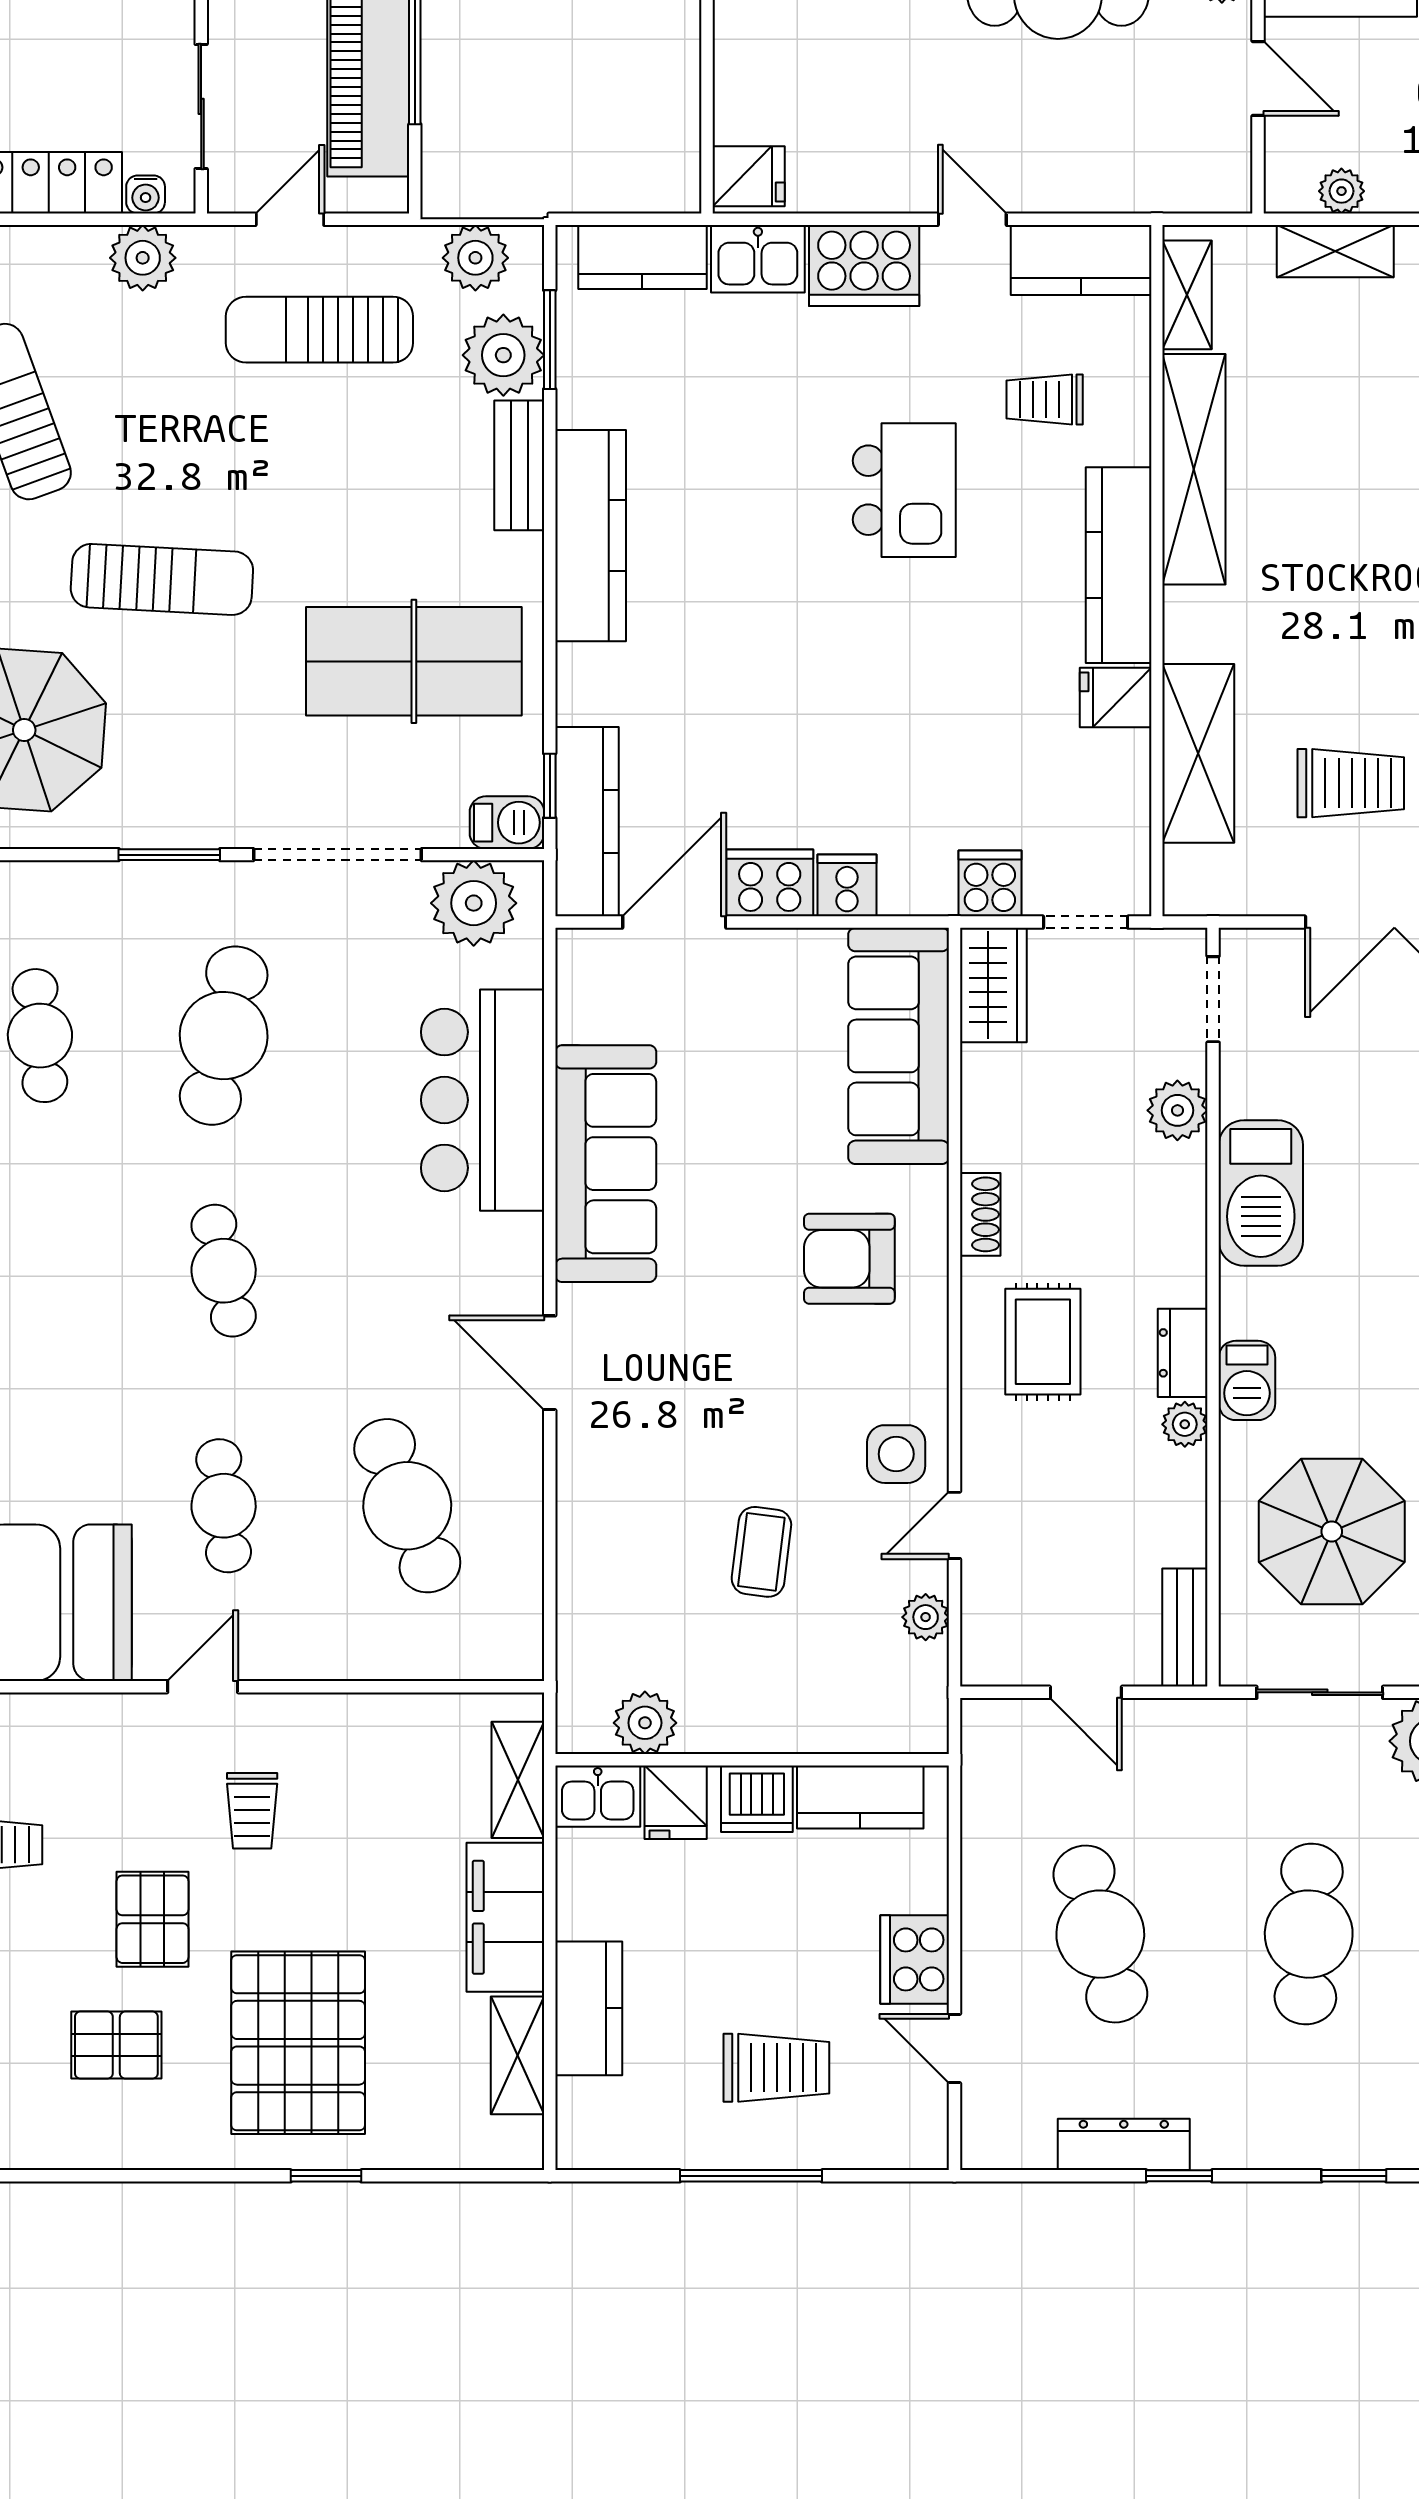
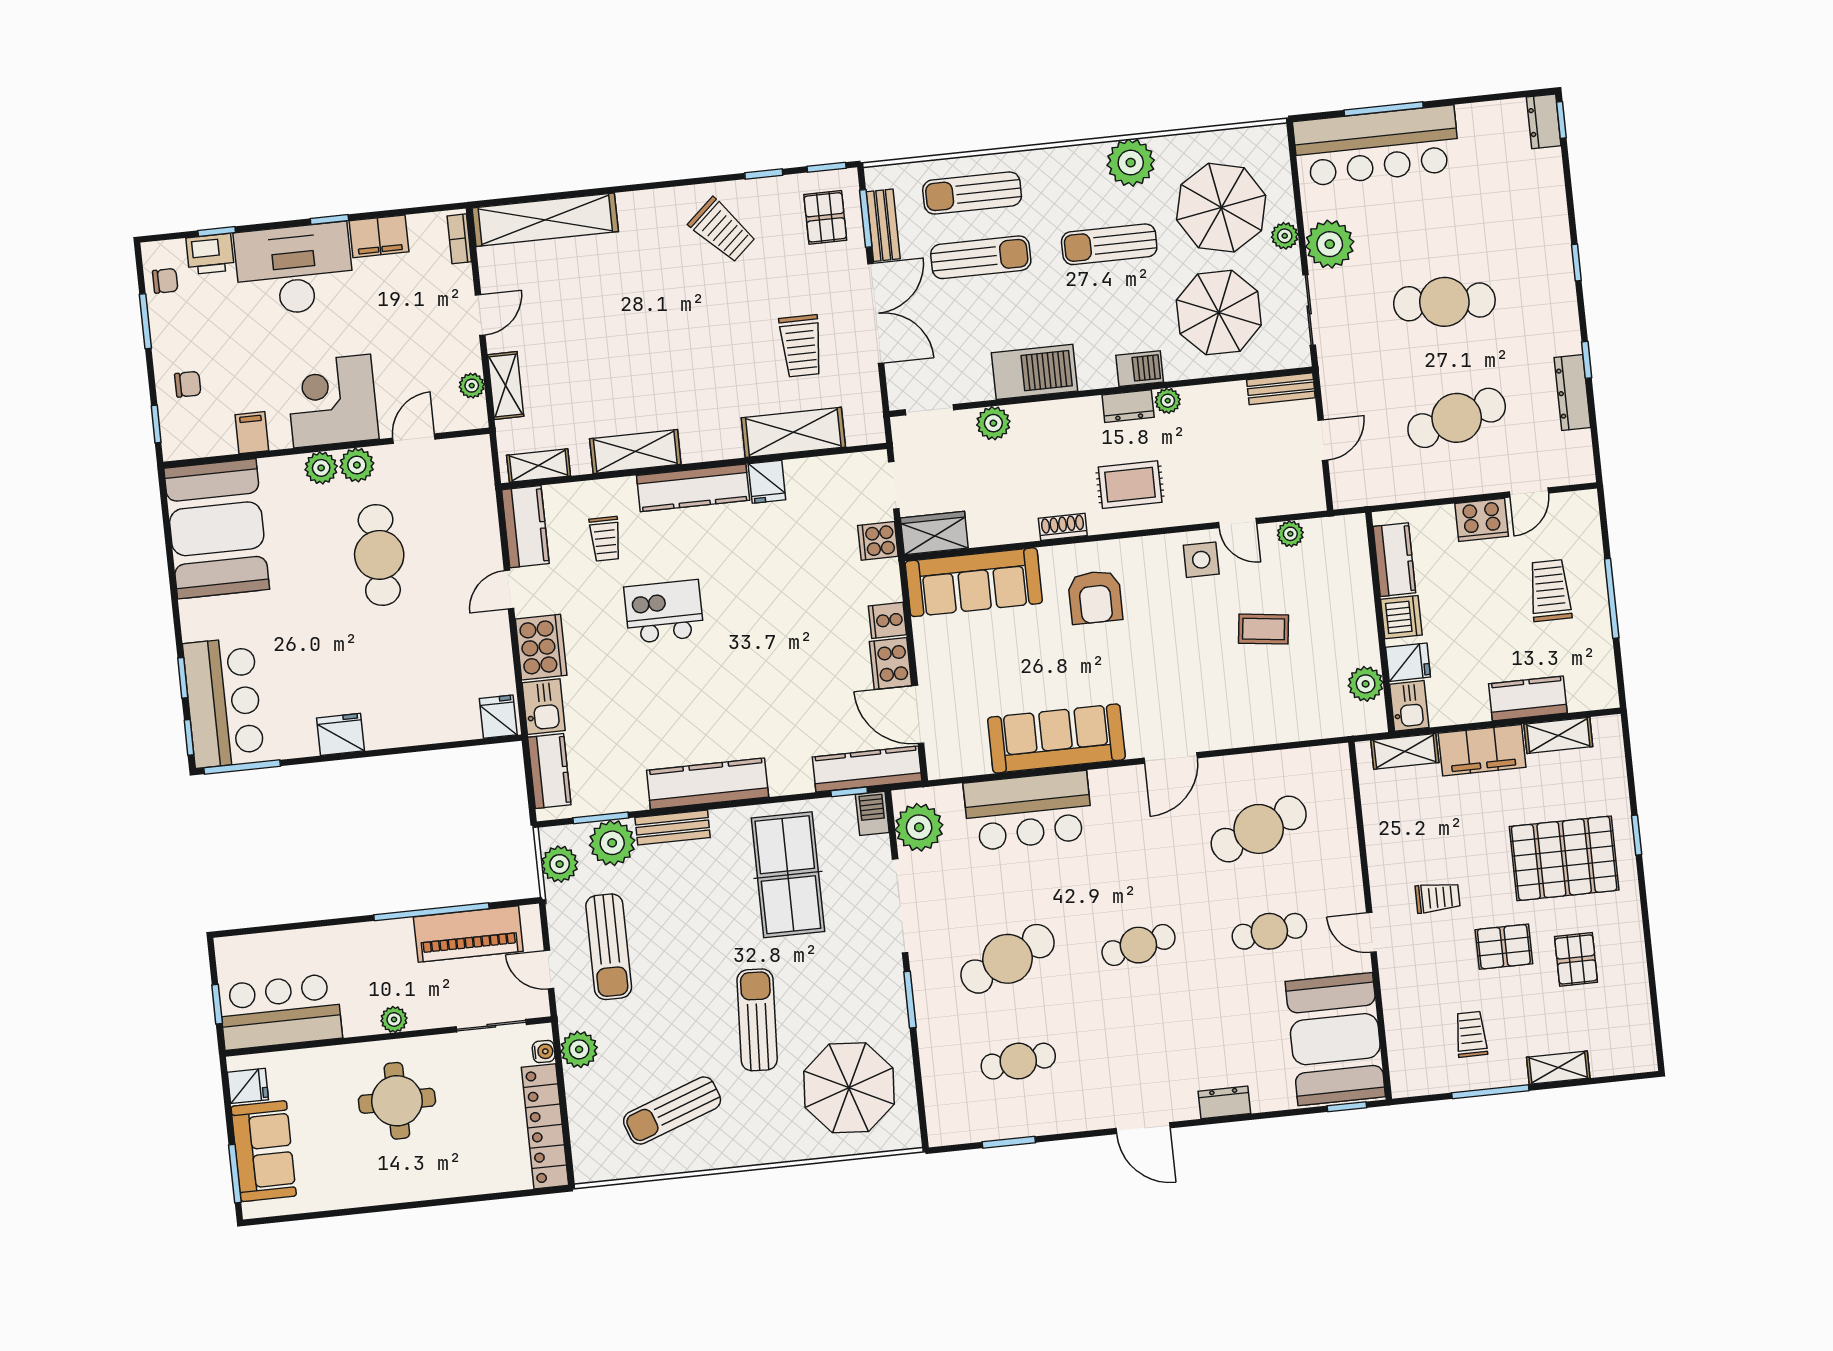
shelving: (1194, 469) -> (635, 451), width x0.68
trolley: (1351, 783) -> (801, 346), turned 180
cafe table: (224, 1036) -> (1008, 959), turned -36

